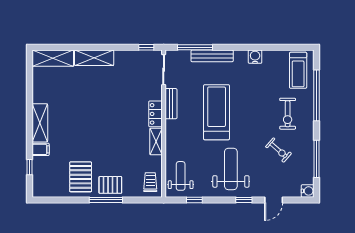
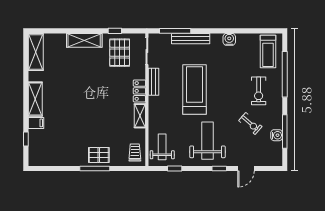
window: (146, 47) -> (115, 31), moved
shelving: (53, 58) -> (36, 52), moved, turned 90
pallet: (81, 177) -> (120, 53), moved
water cooler: (308, 191) -> (277, 135), moved

